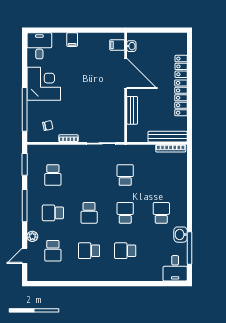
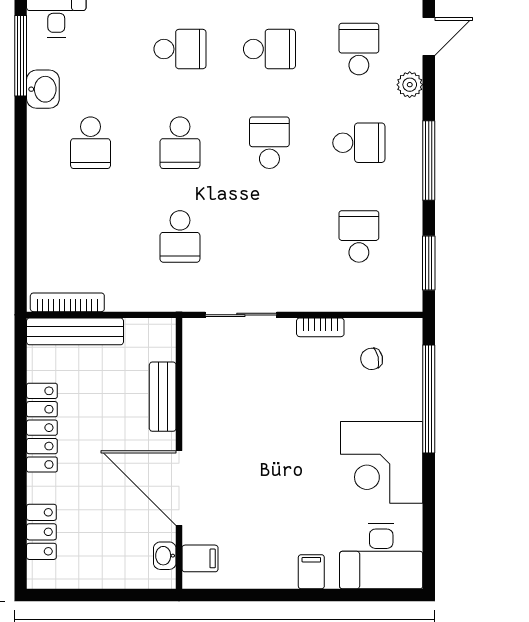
desk: (39, 46) -> (381, 556), width x1.37
locker: (181, 66) -> (41, 532), moved

